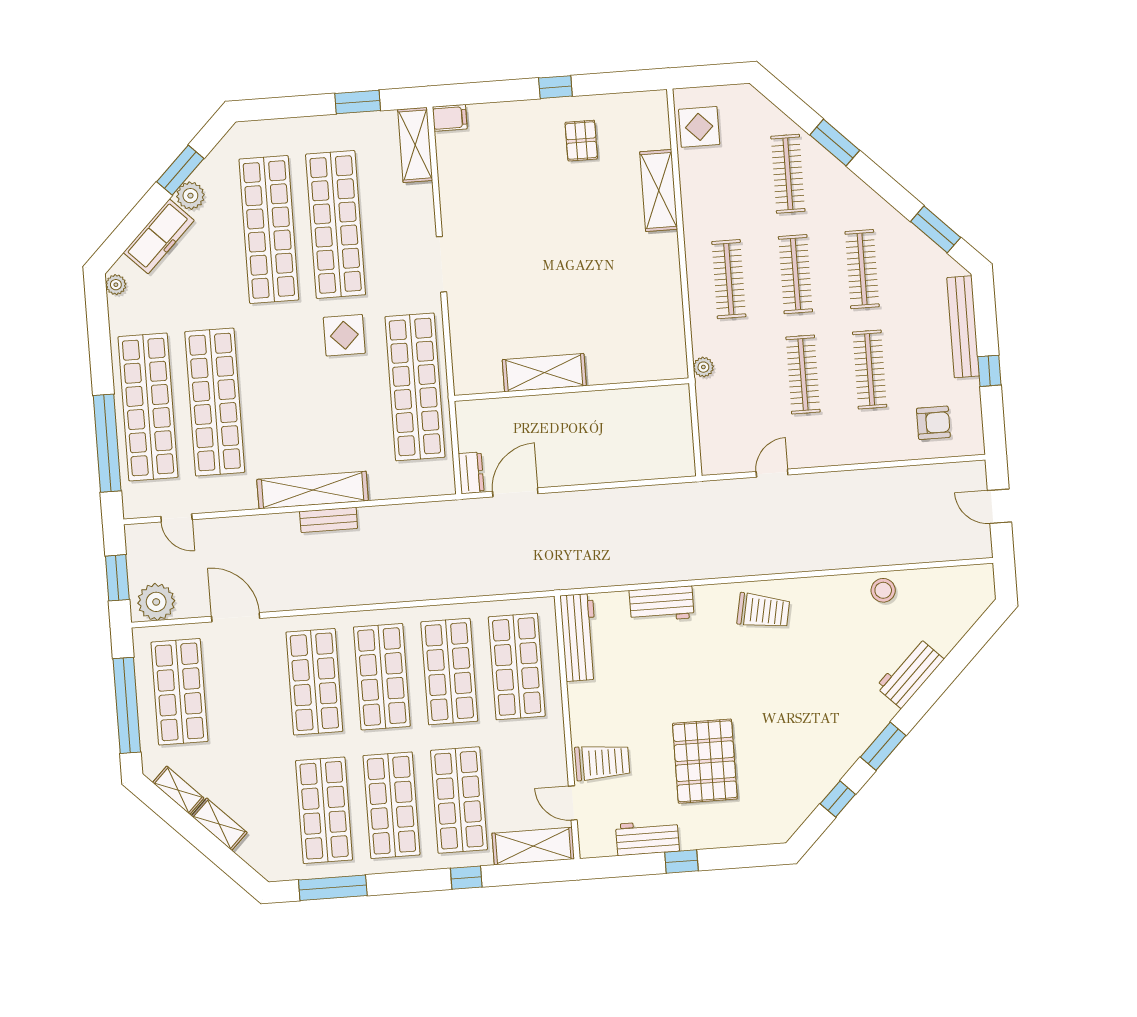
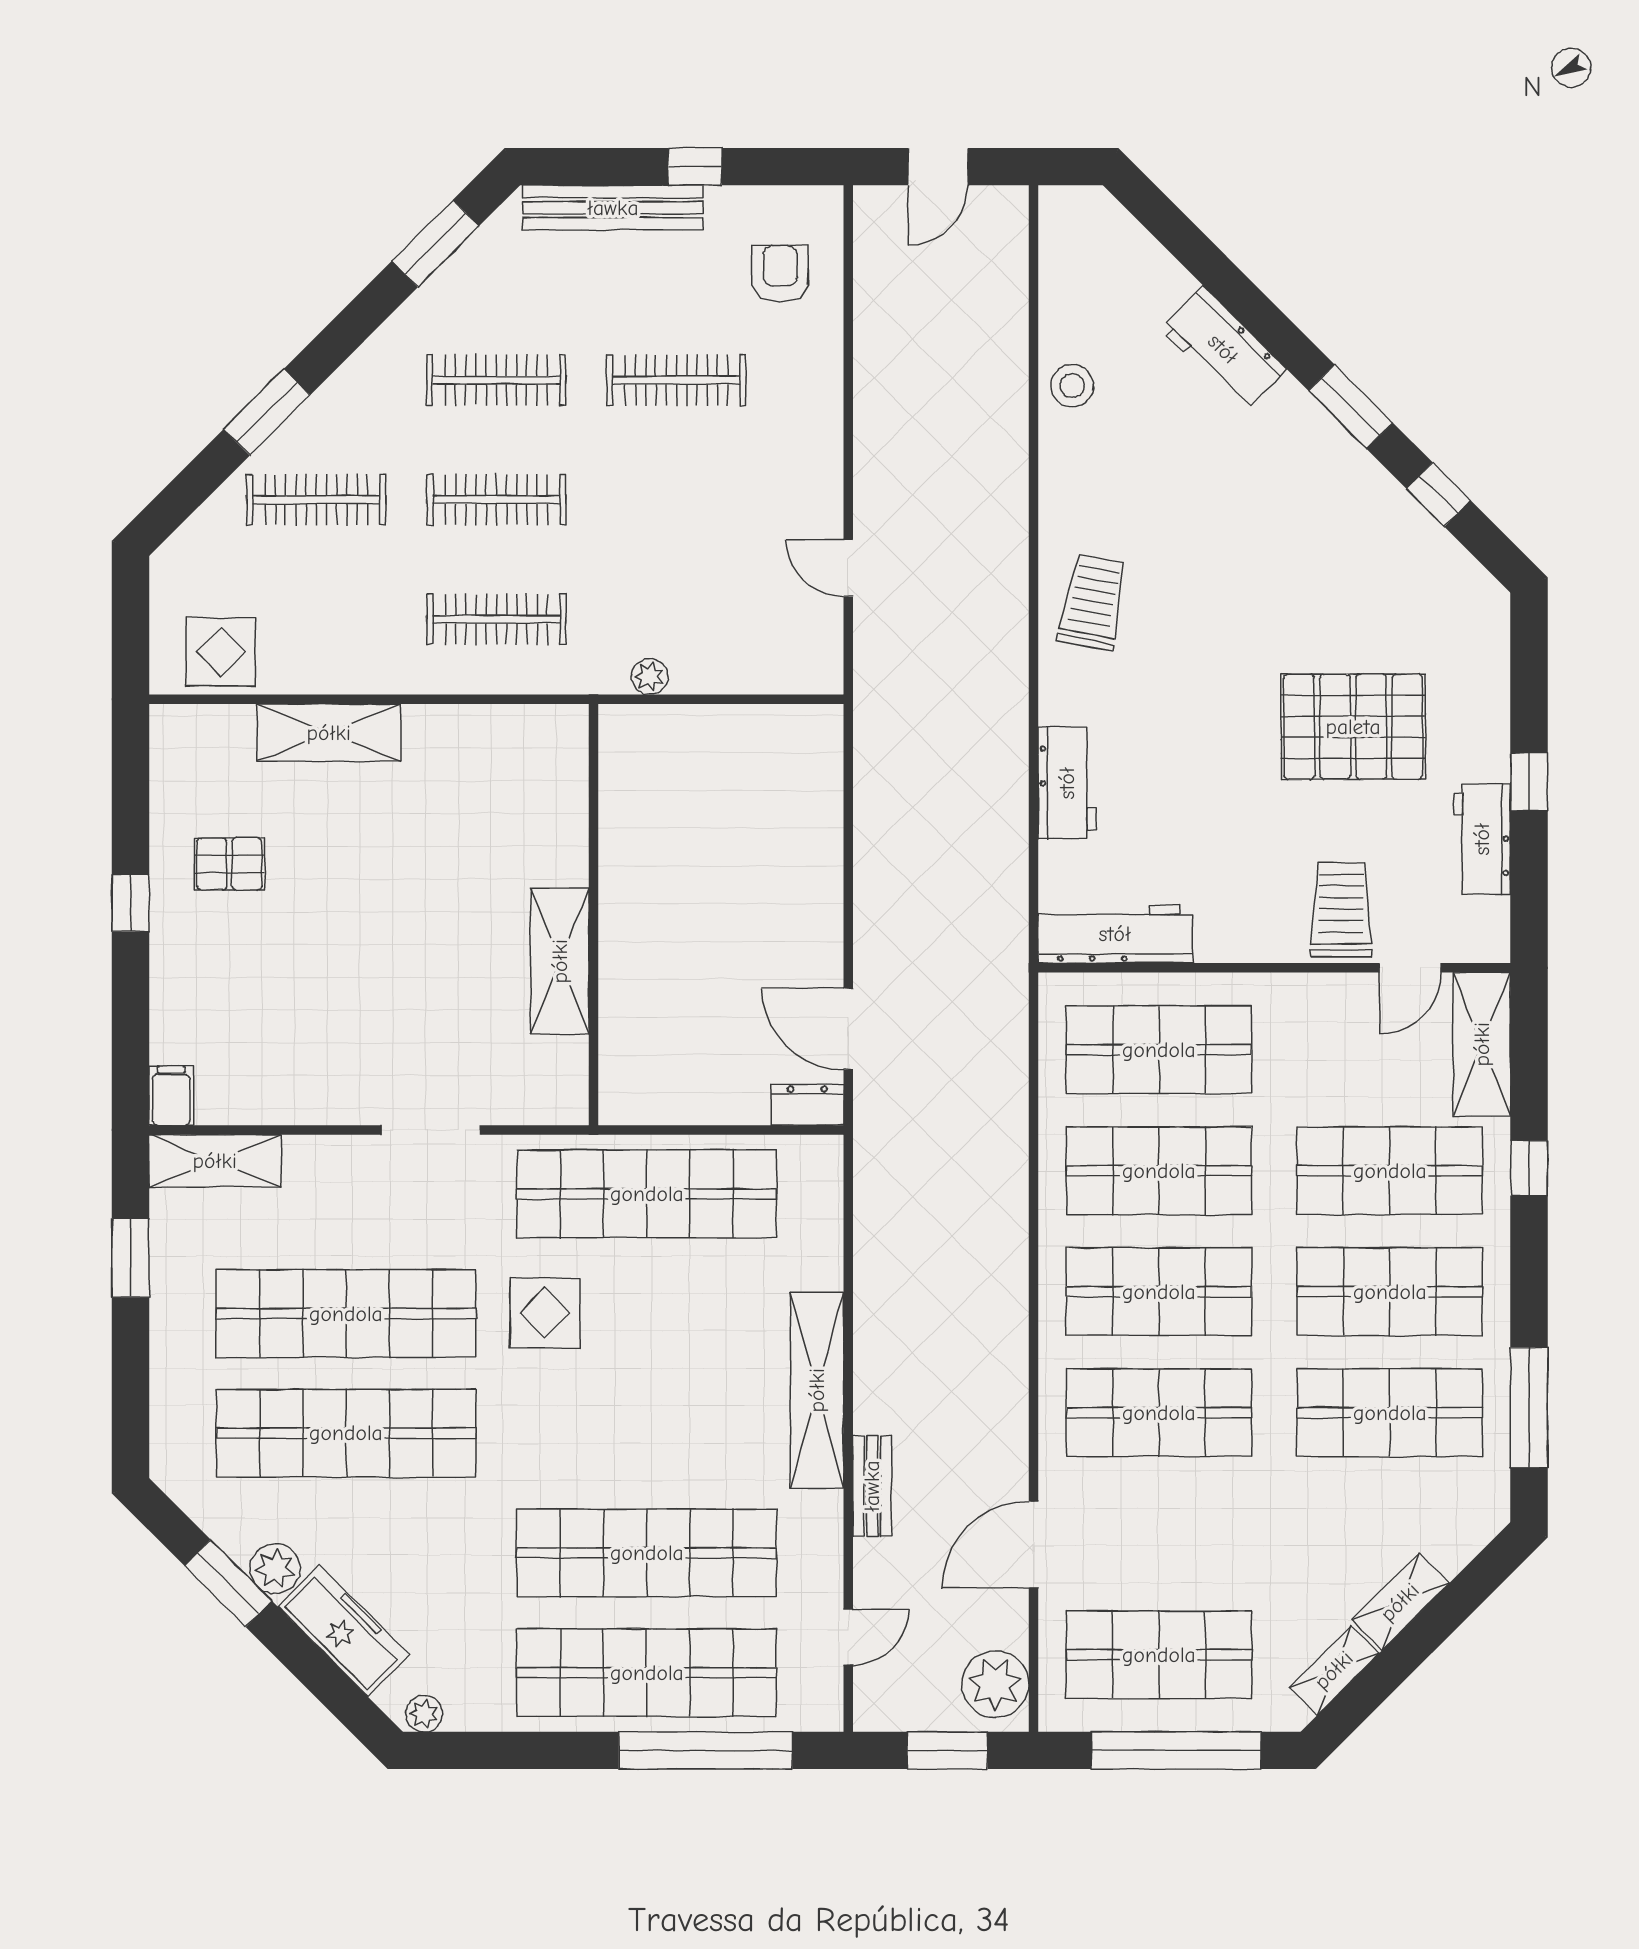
shelving: (544, 373) -> (560, 961), moved
clothes rail: (803, 374) -> (676, 500), removed
wall: (572, 390) -> (594, 915), moved
bench: (329, 520) -> (872, 1486), moved

